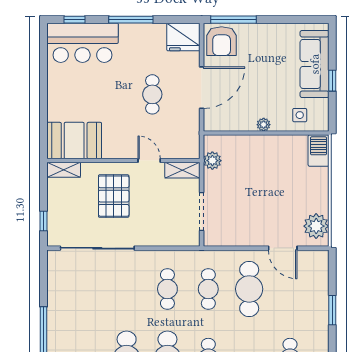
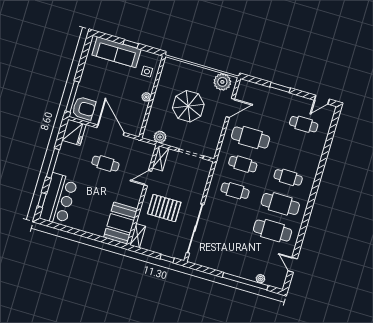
barbecue: (319, 151) -> (174, 66), removed
parasol: (268, 188) -> (188, 106), added

